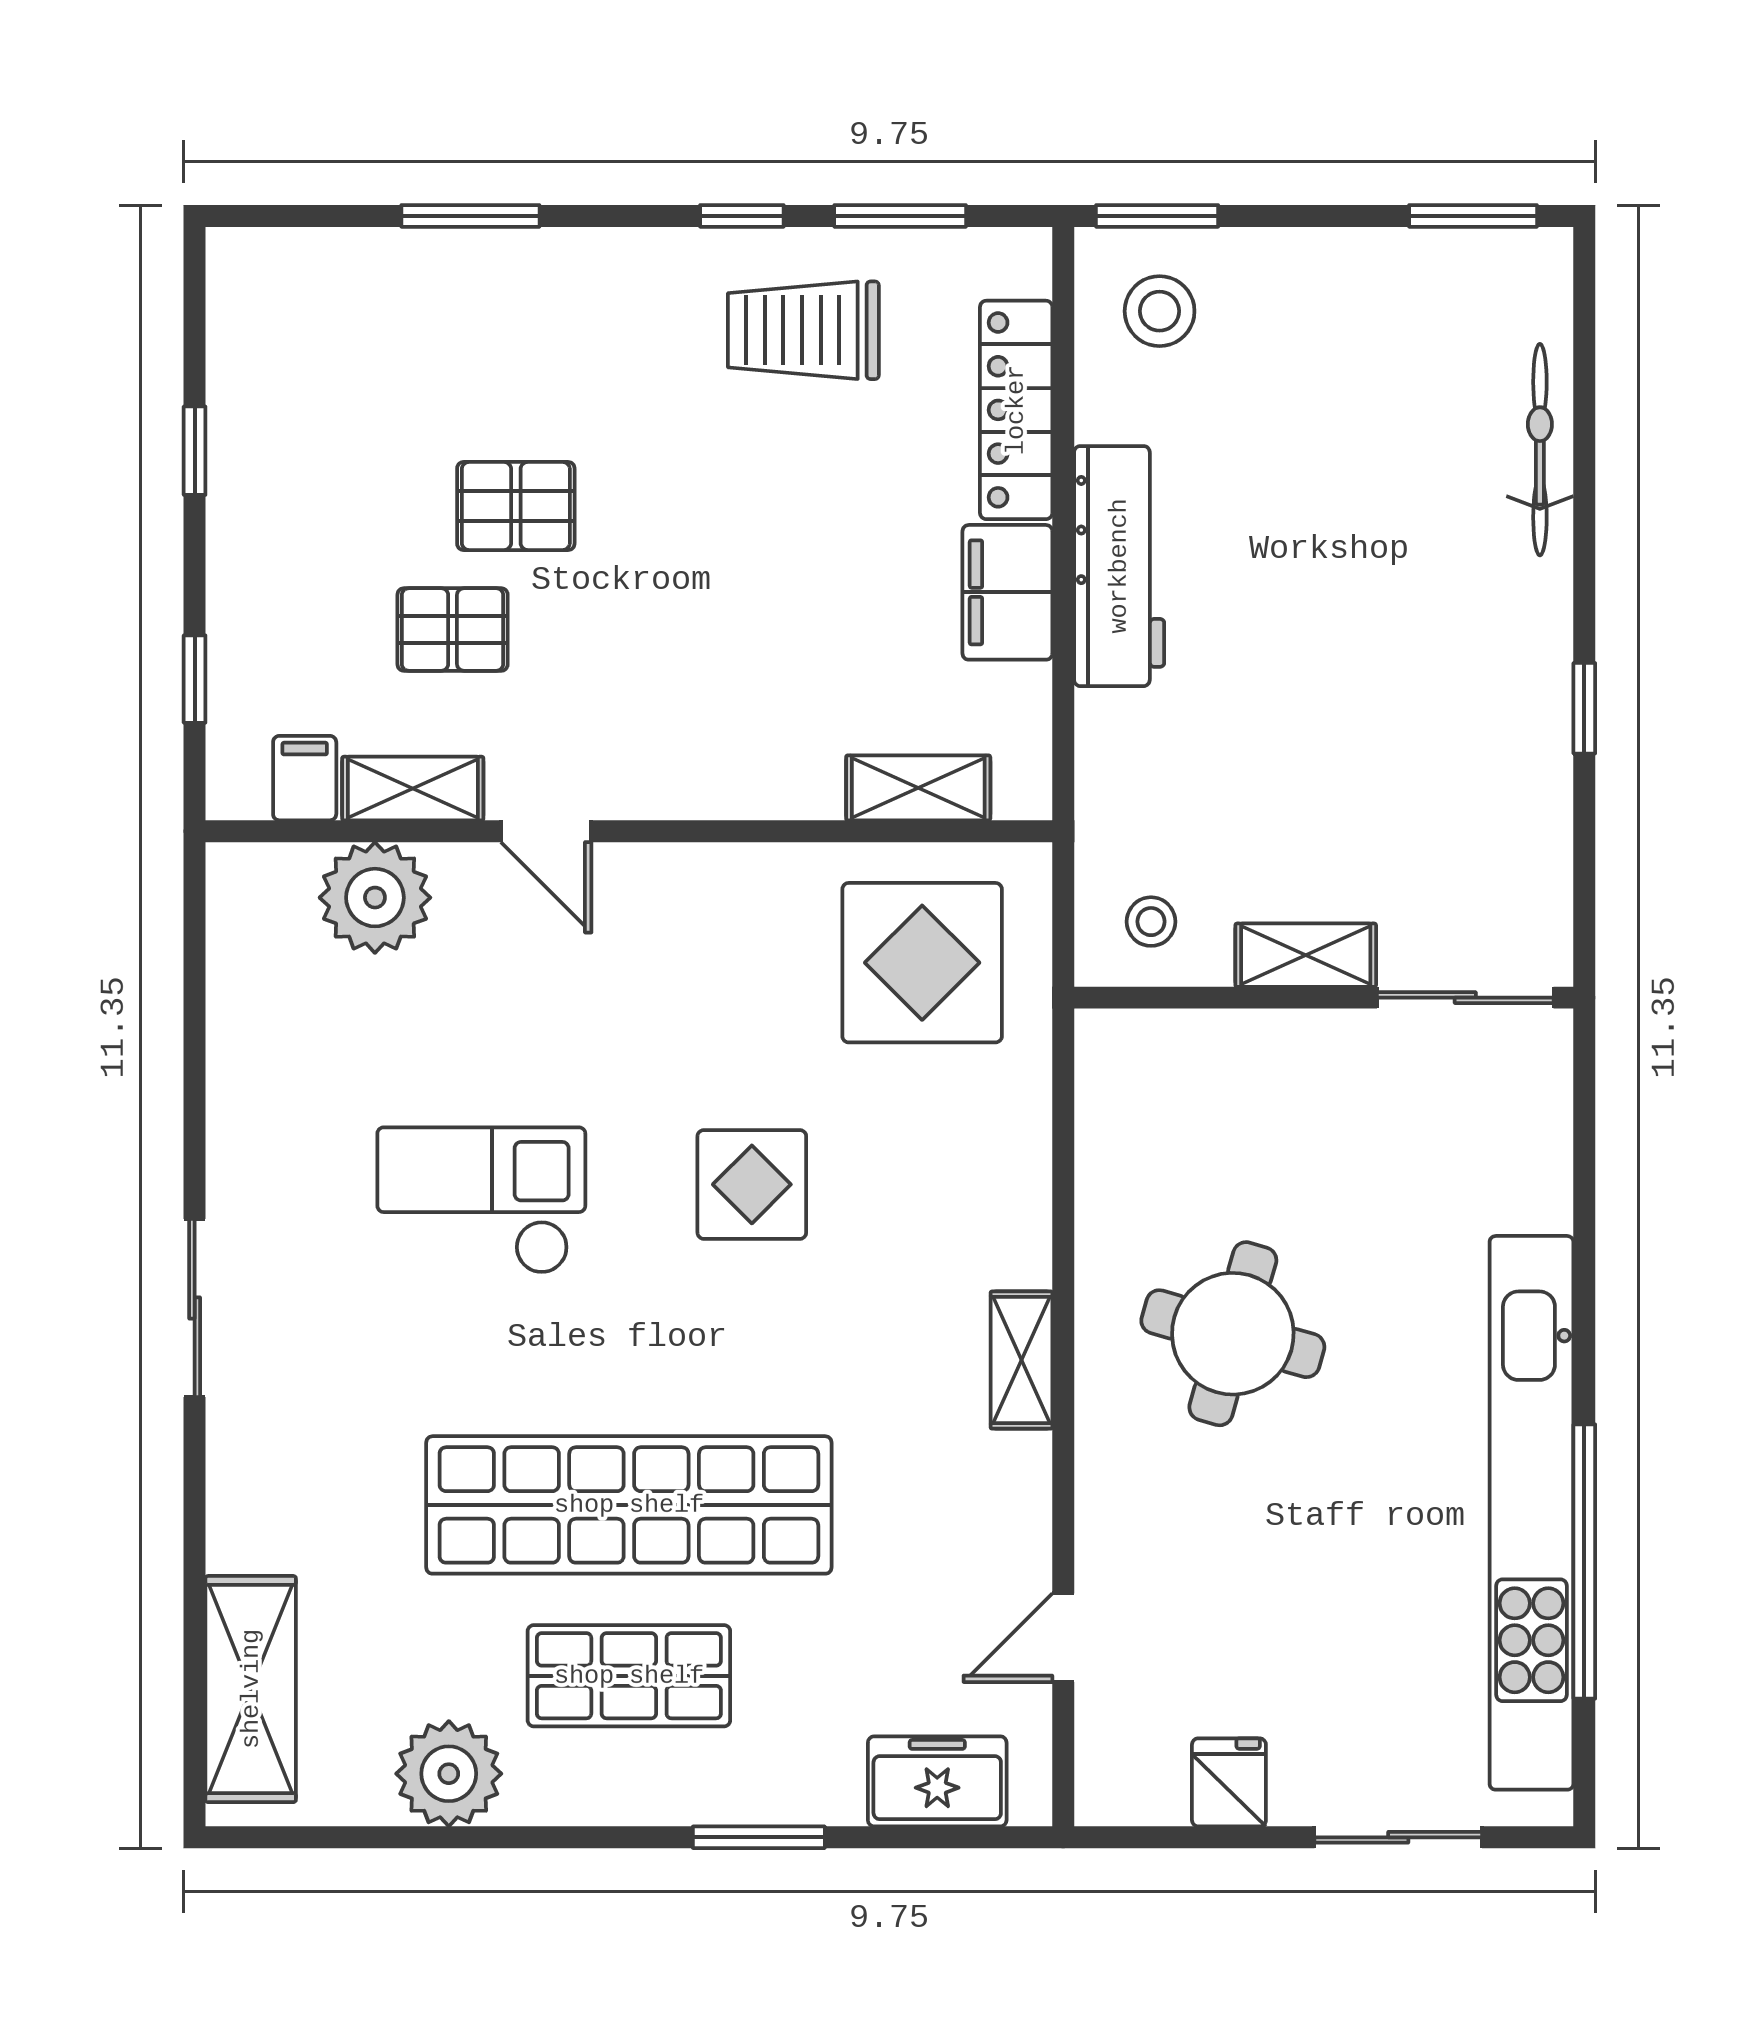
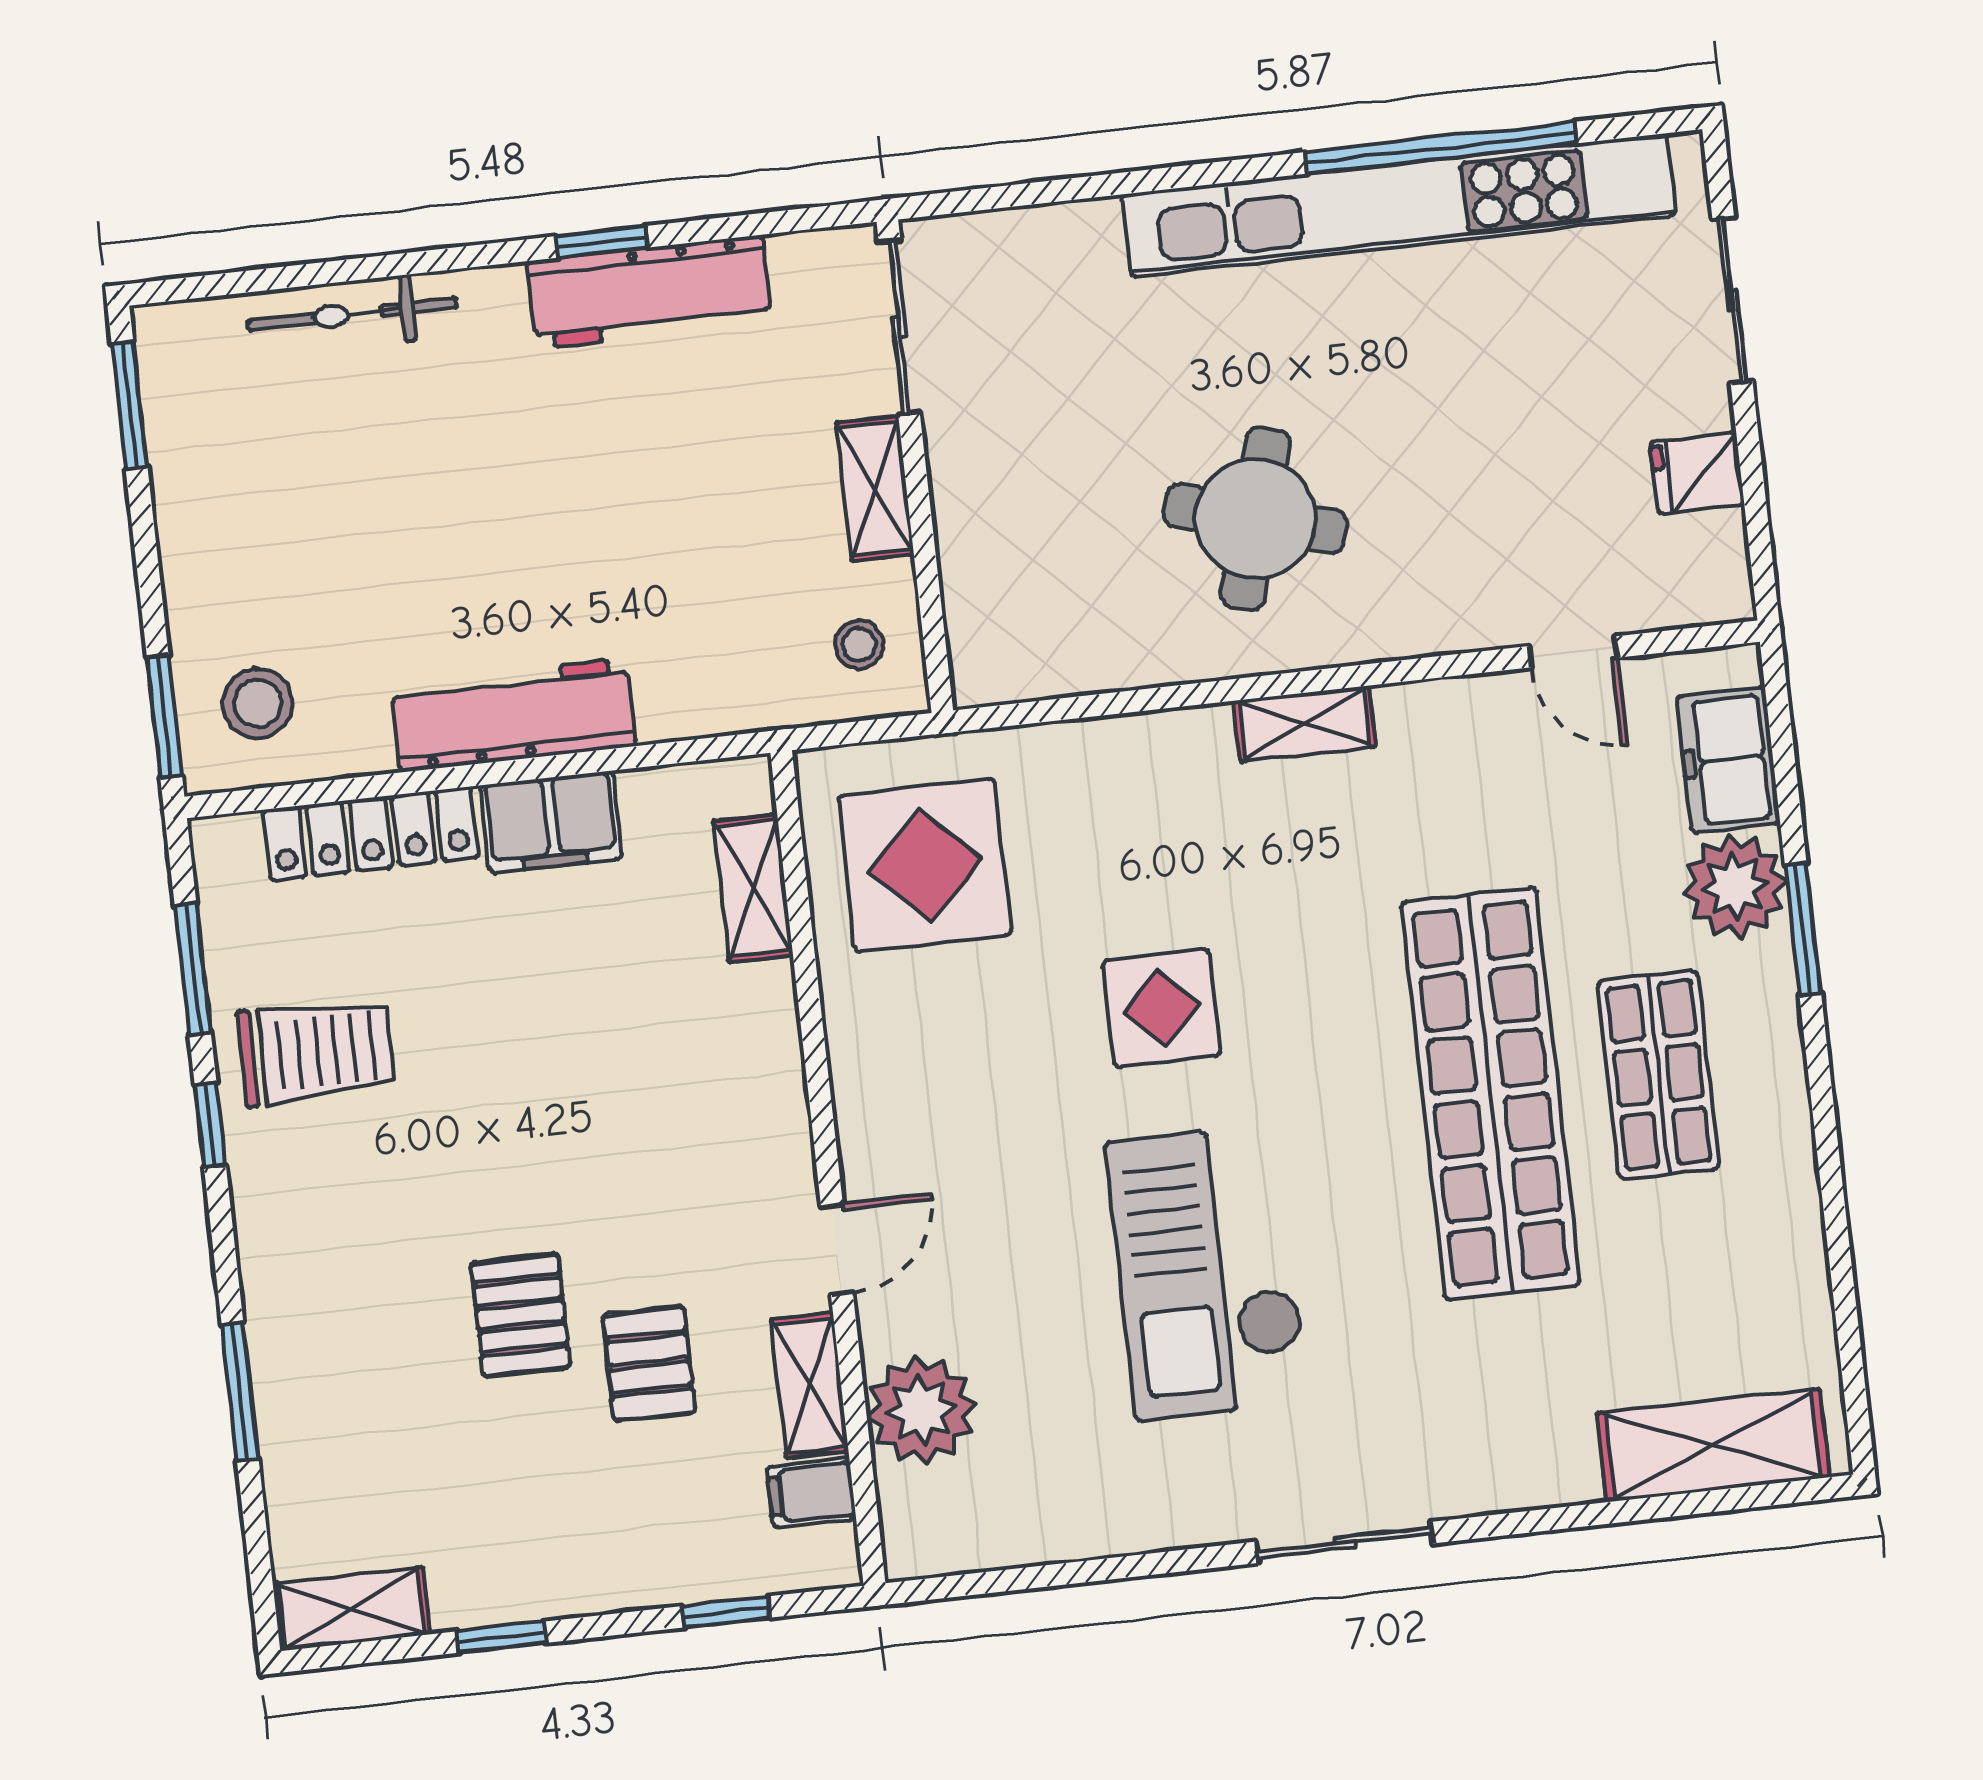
shelving: (240, 303) -> (351, 1609), added
trolley: (803, 330) -> (316, 1052), turned -90
workbench: (1528, 751) -> (649, 292), added
checkout: (481, 1200) -> (1207, 1272), width x1.36, depth x1.21
plant: (449, 1774) -> (1735, 886), moved

